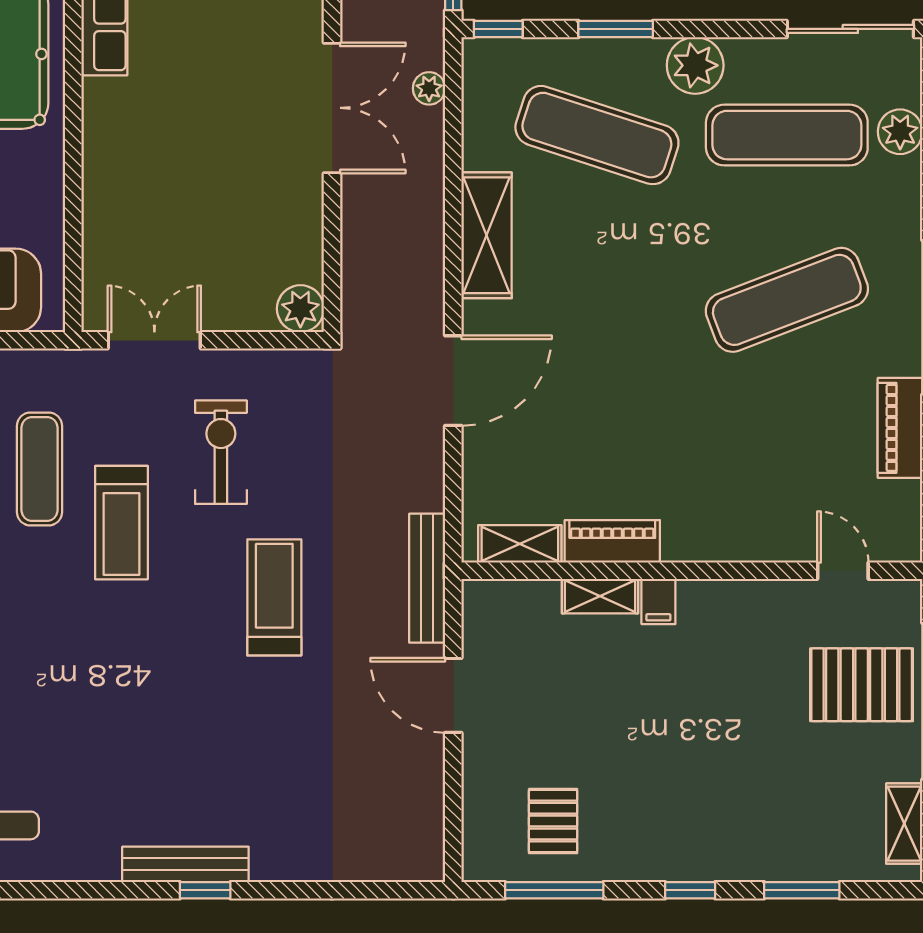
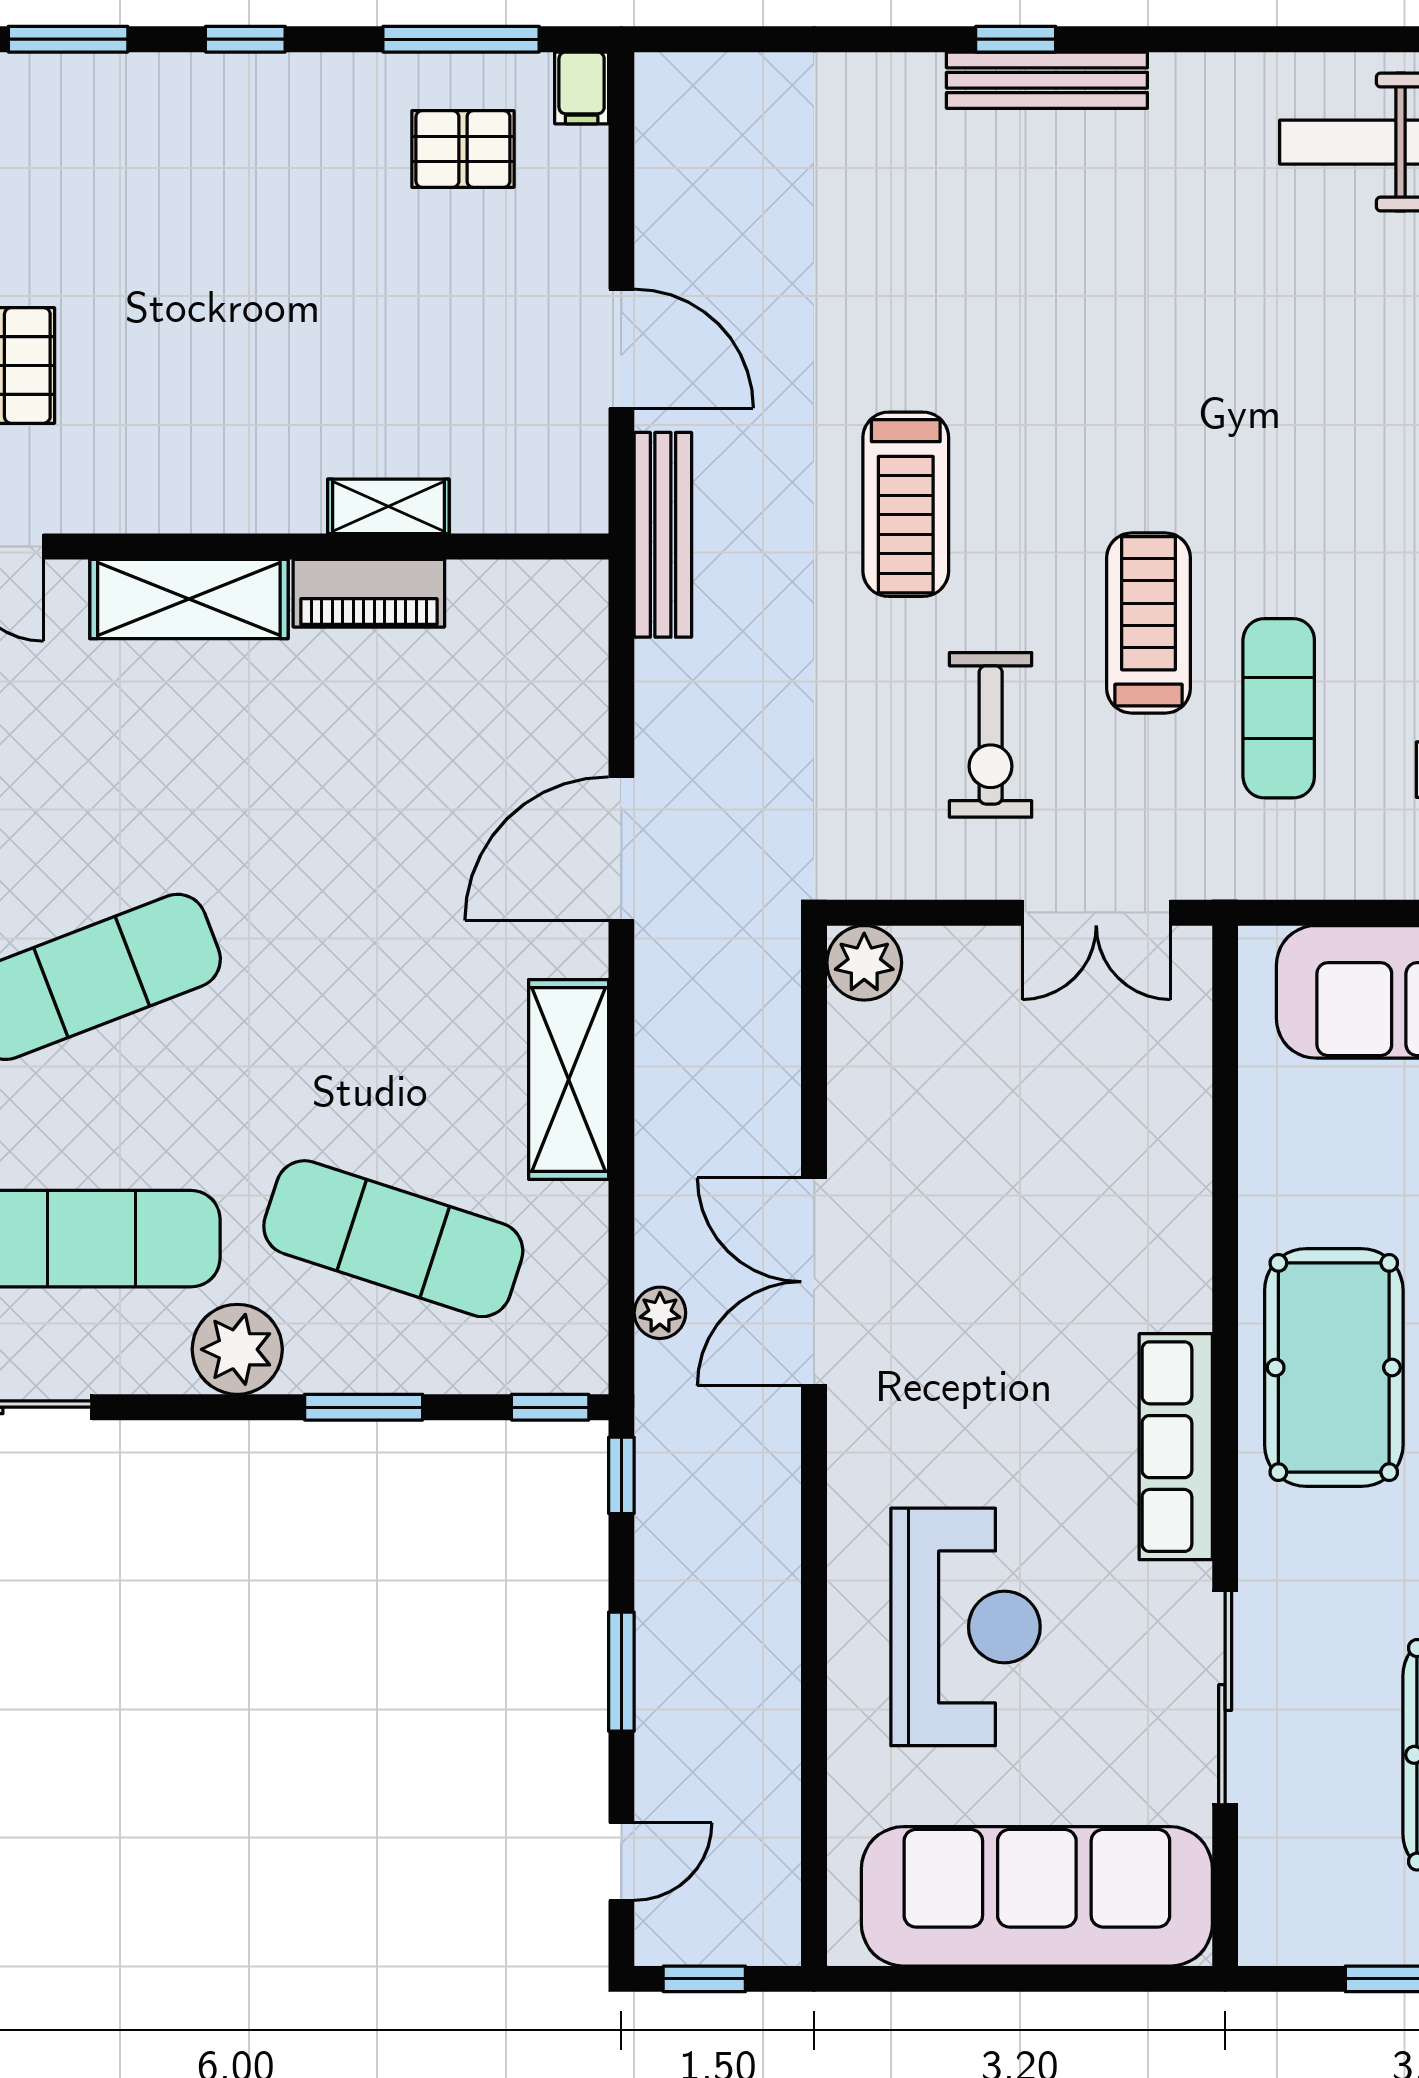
shelving: (520, 544) -> (189, 599), moved, width x1.50, depth x1.33
filing cabinet: (658, 601) -> (582, 88), moved, turned 180
pallet: (553, 821) -> (463, 149), turned 90

